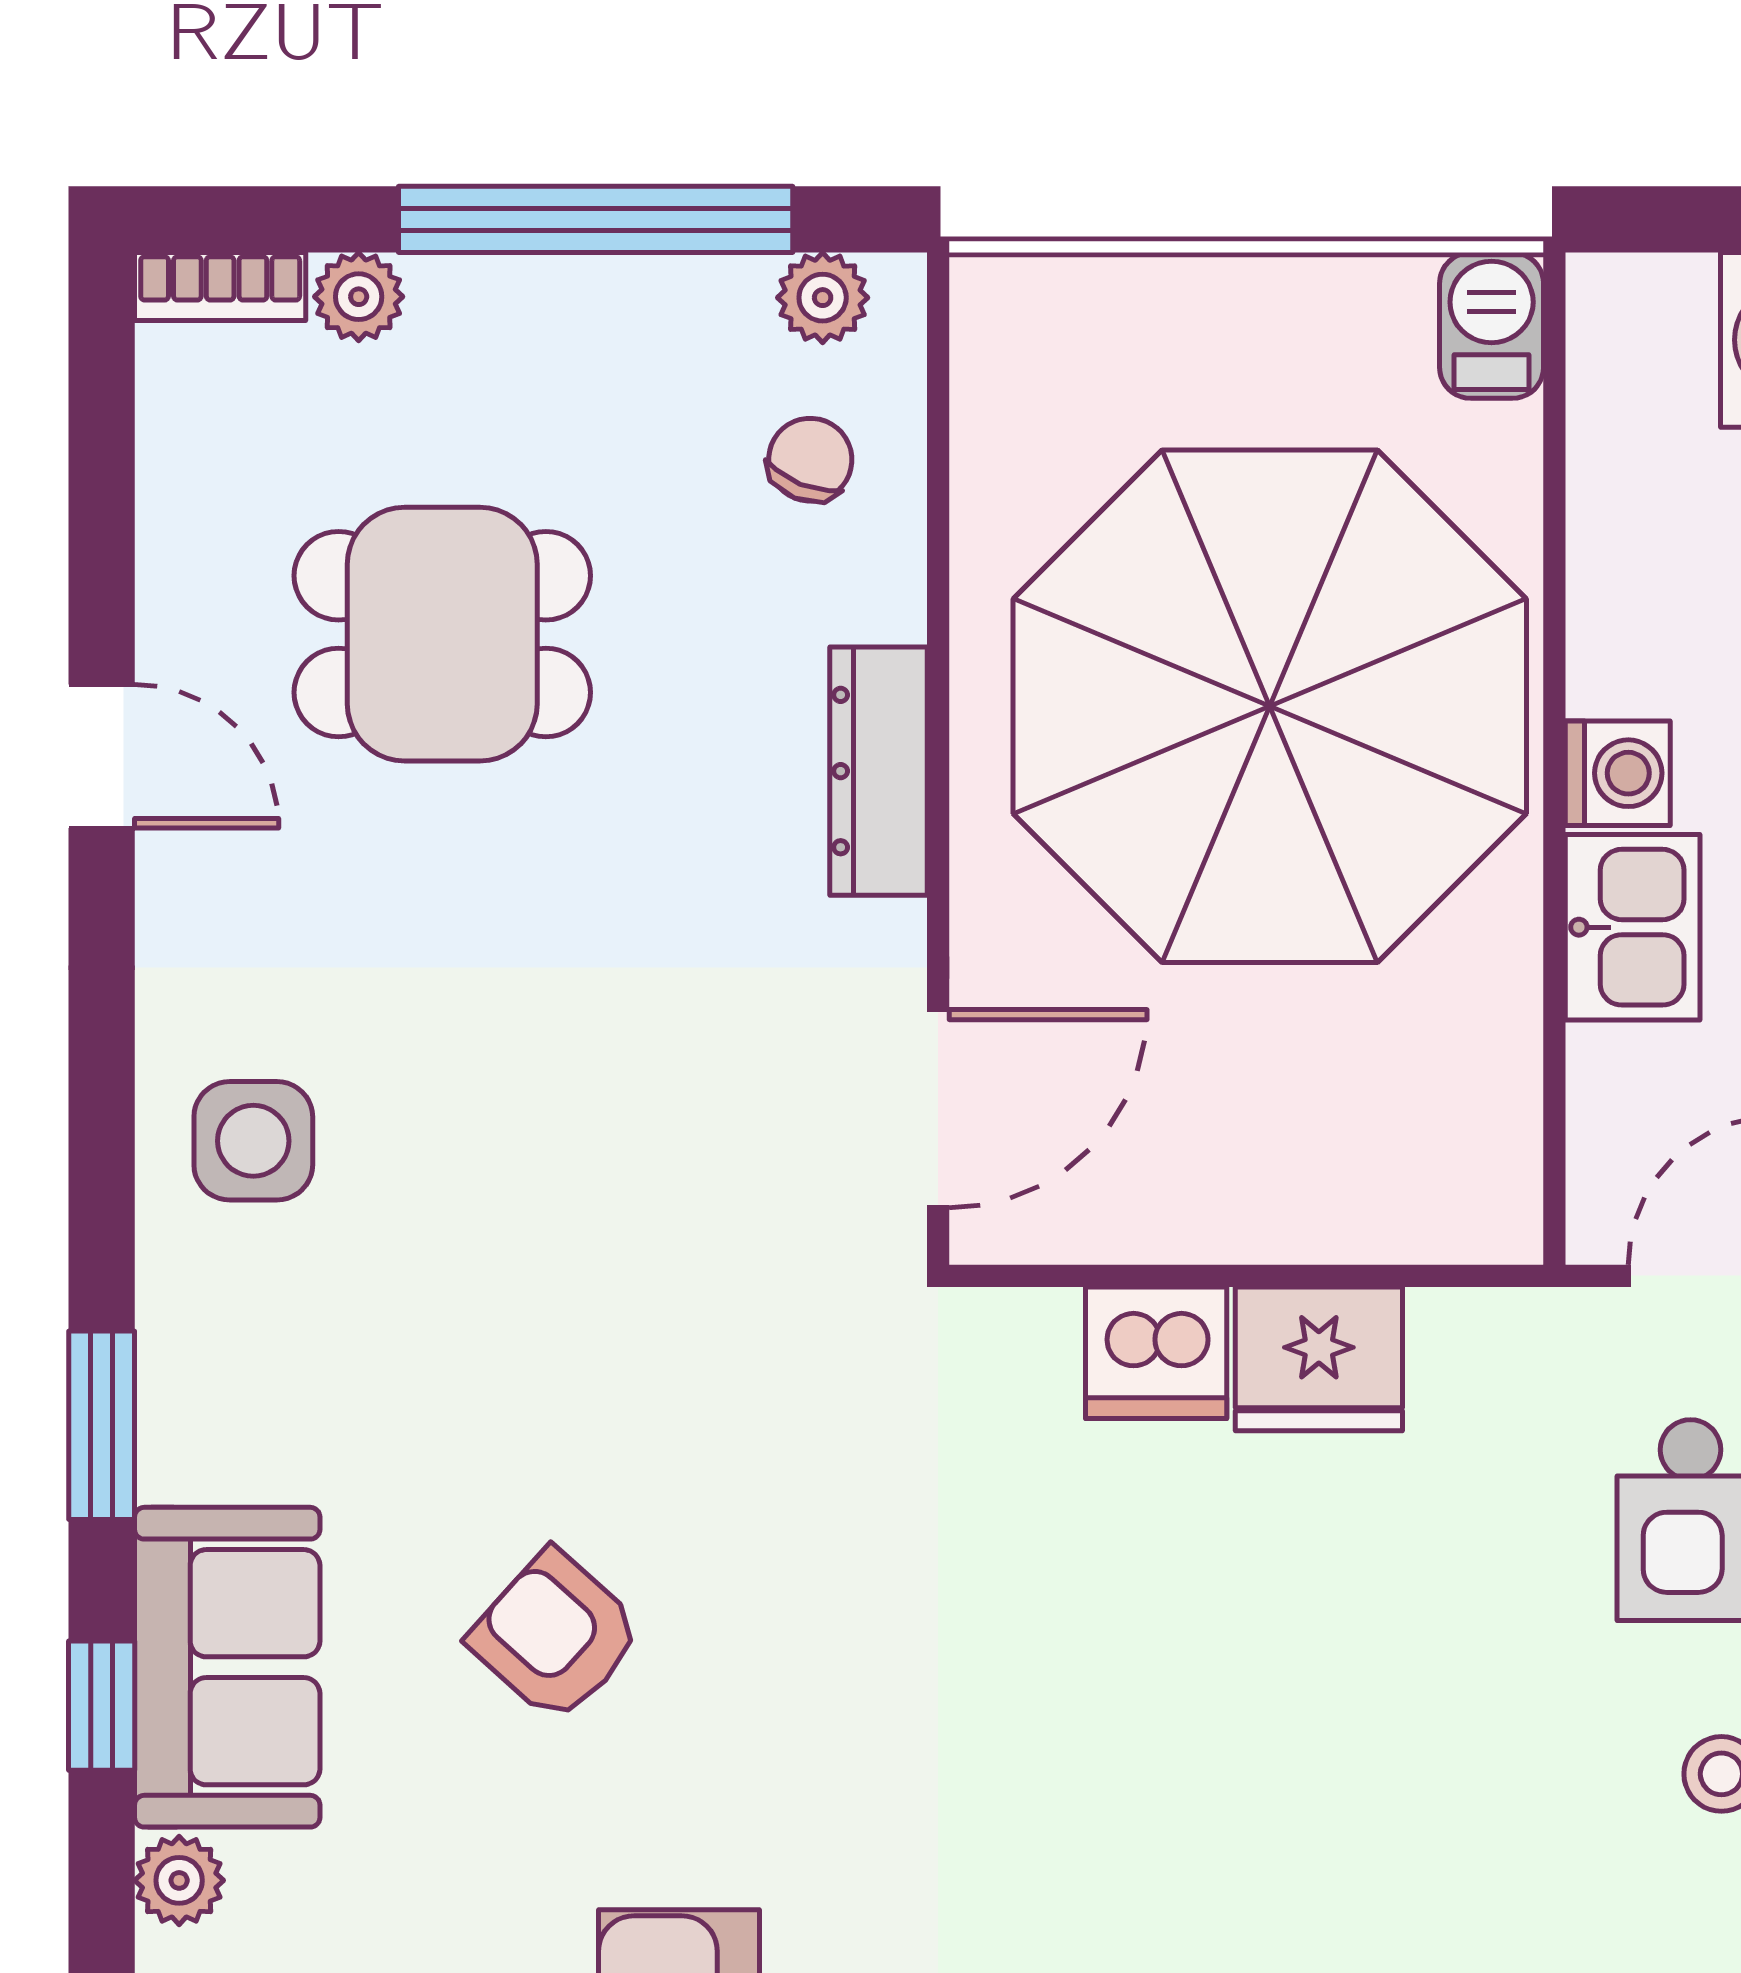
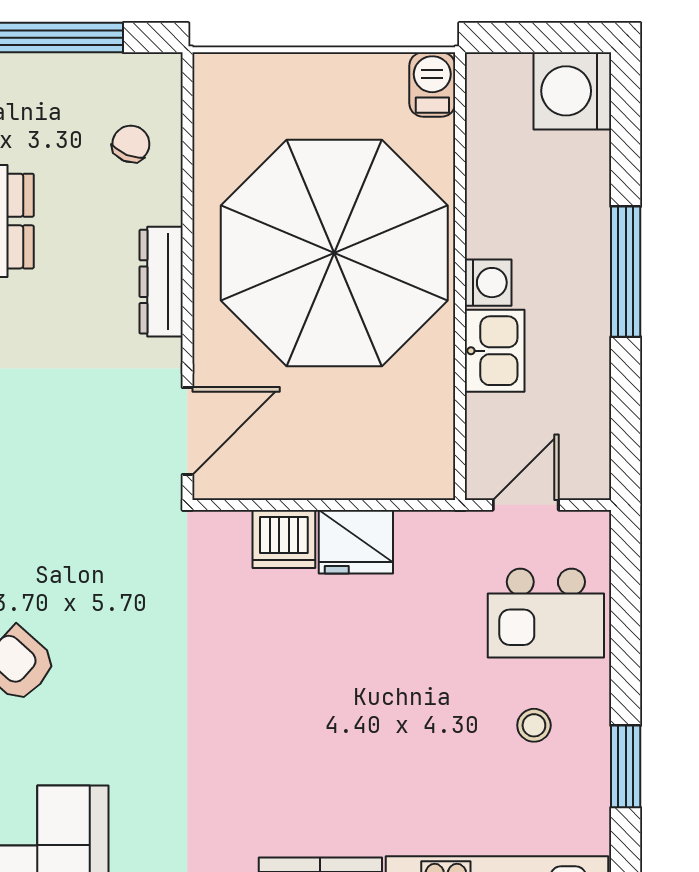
plant: (823, 298) -> (136, 72), removed

